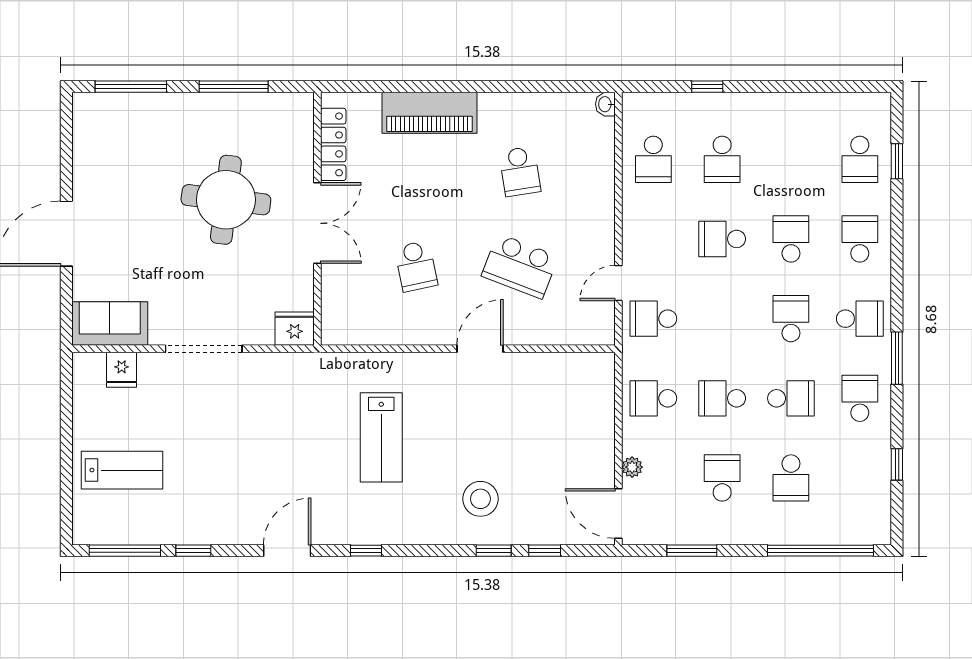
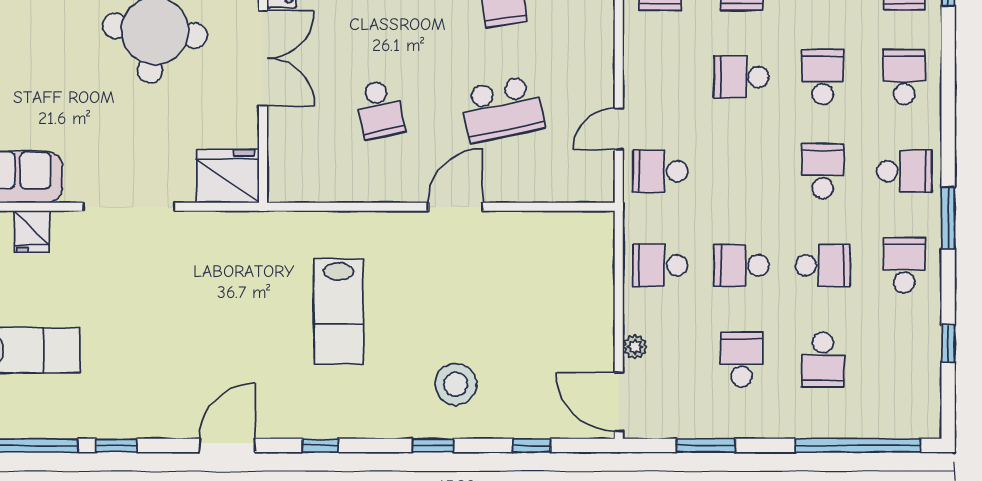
school desk: (520, 266) -> (502, 109), turned -33
fridge: (295, 329) -> (228, 176), width x1.36, depth x1.34
window: (494, 551) -> (433, 445), moved

